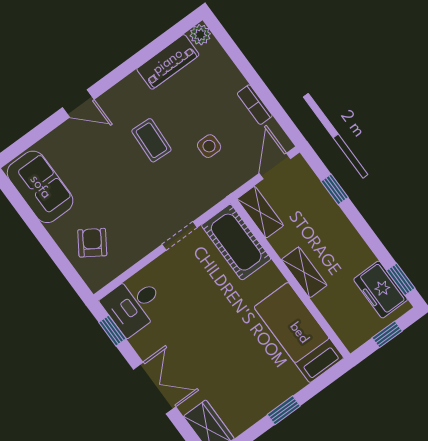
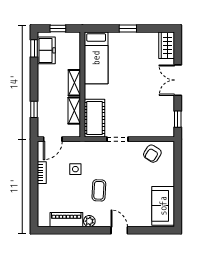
plant: (200, 35) -> (89, 221), moved
shelving: (260, 212) -> (74, 111), moved
armchair: (92, 243) -> (152, 154), moved
desk: (134, 305) -> (160, 124), removed

